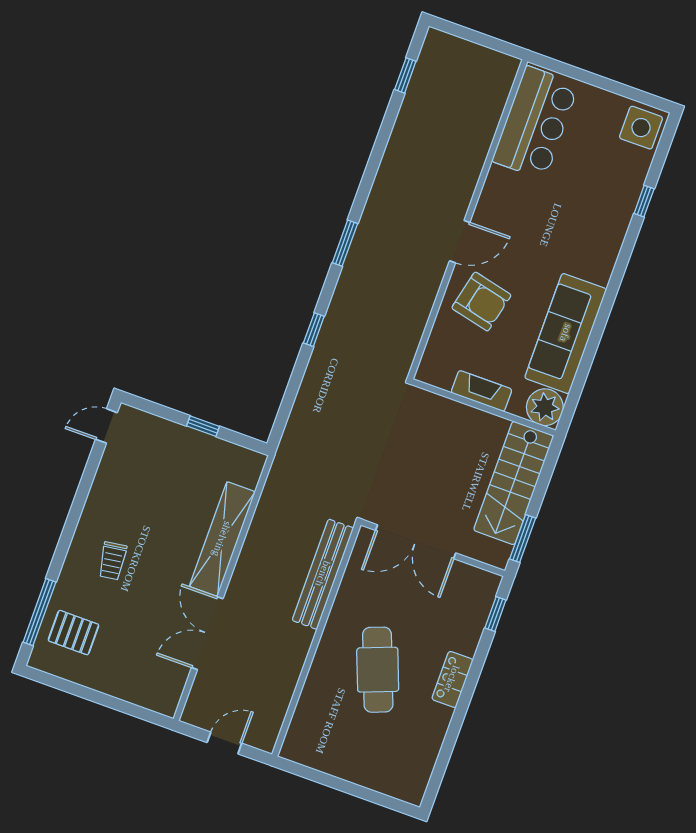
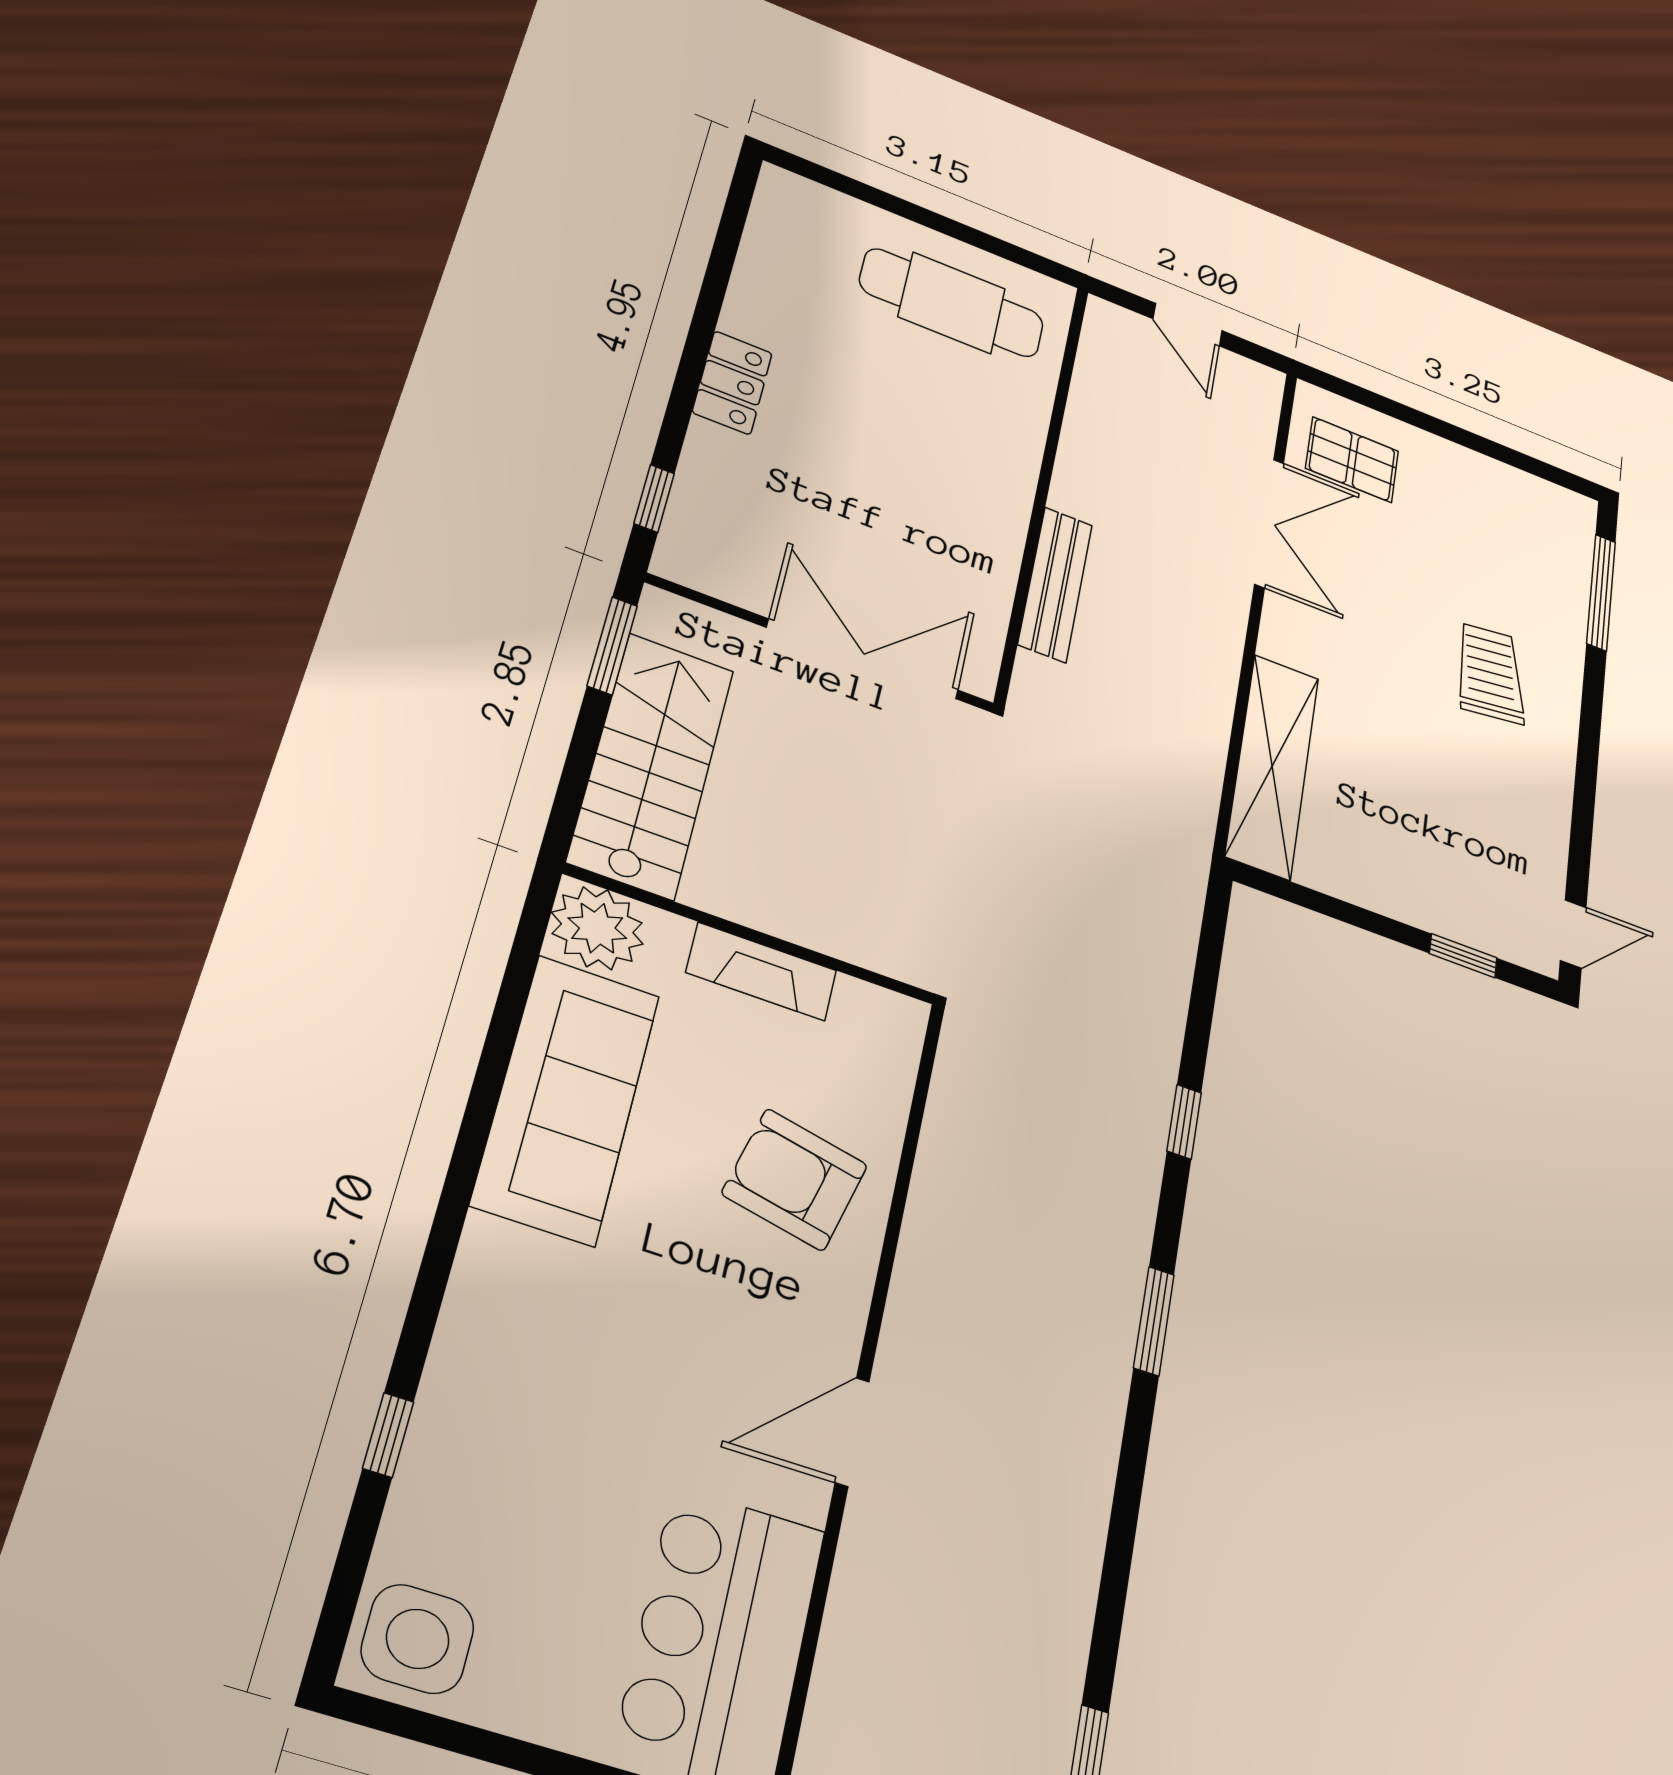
door: (460, 242) -> (852, 1432), moved
window: (203, 426) -> (1463, 956), moved
shelving: (222, 539) -> (1272, 766), moved
trolley: (112, 561) -> (1490, 673), width x1.36, depth x1.39
bench: (323, 574) -> (1055, 584), width x0.73, depth x0.82
pallet: (73, 633) -> (1352, 460), moved
cafe table: (378, 670) -> (952, 303), moved, turned -69
door: (224, 743) -> (1188, 325), hinge flipped

